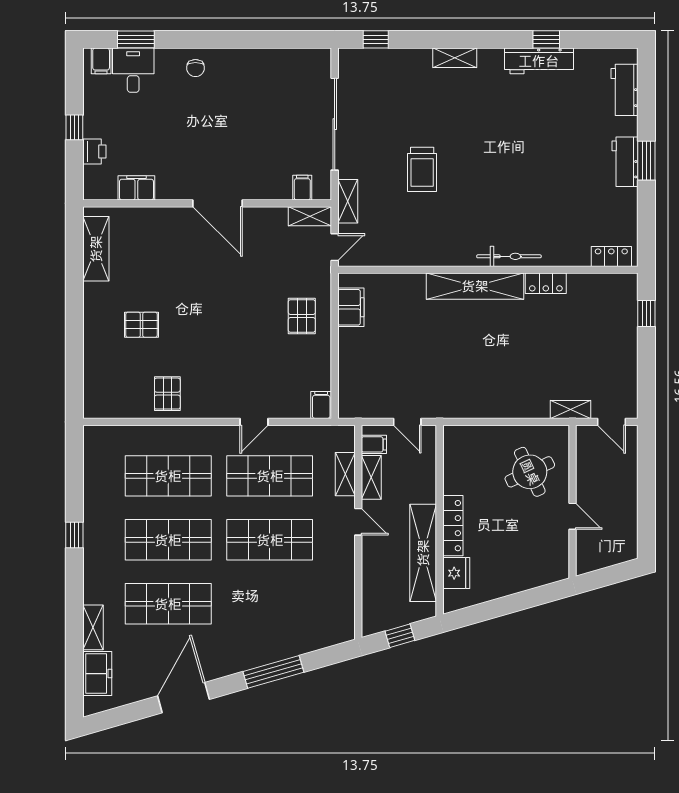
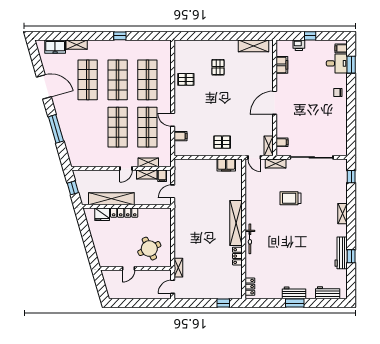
filing cabinet: (321, 405) -> (181, 136), moved

